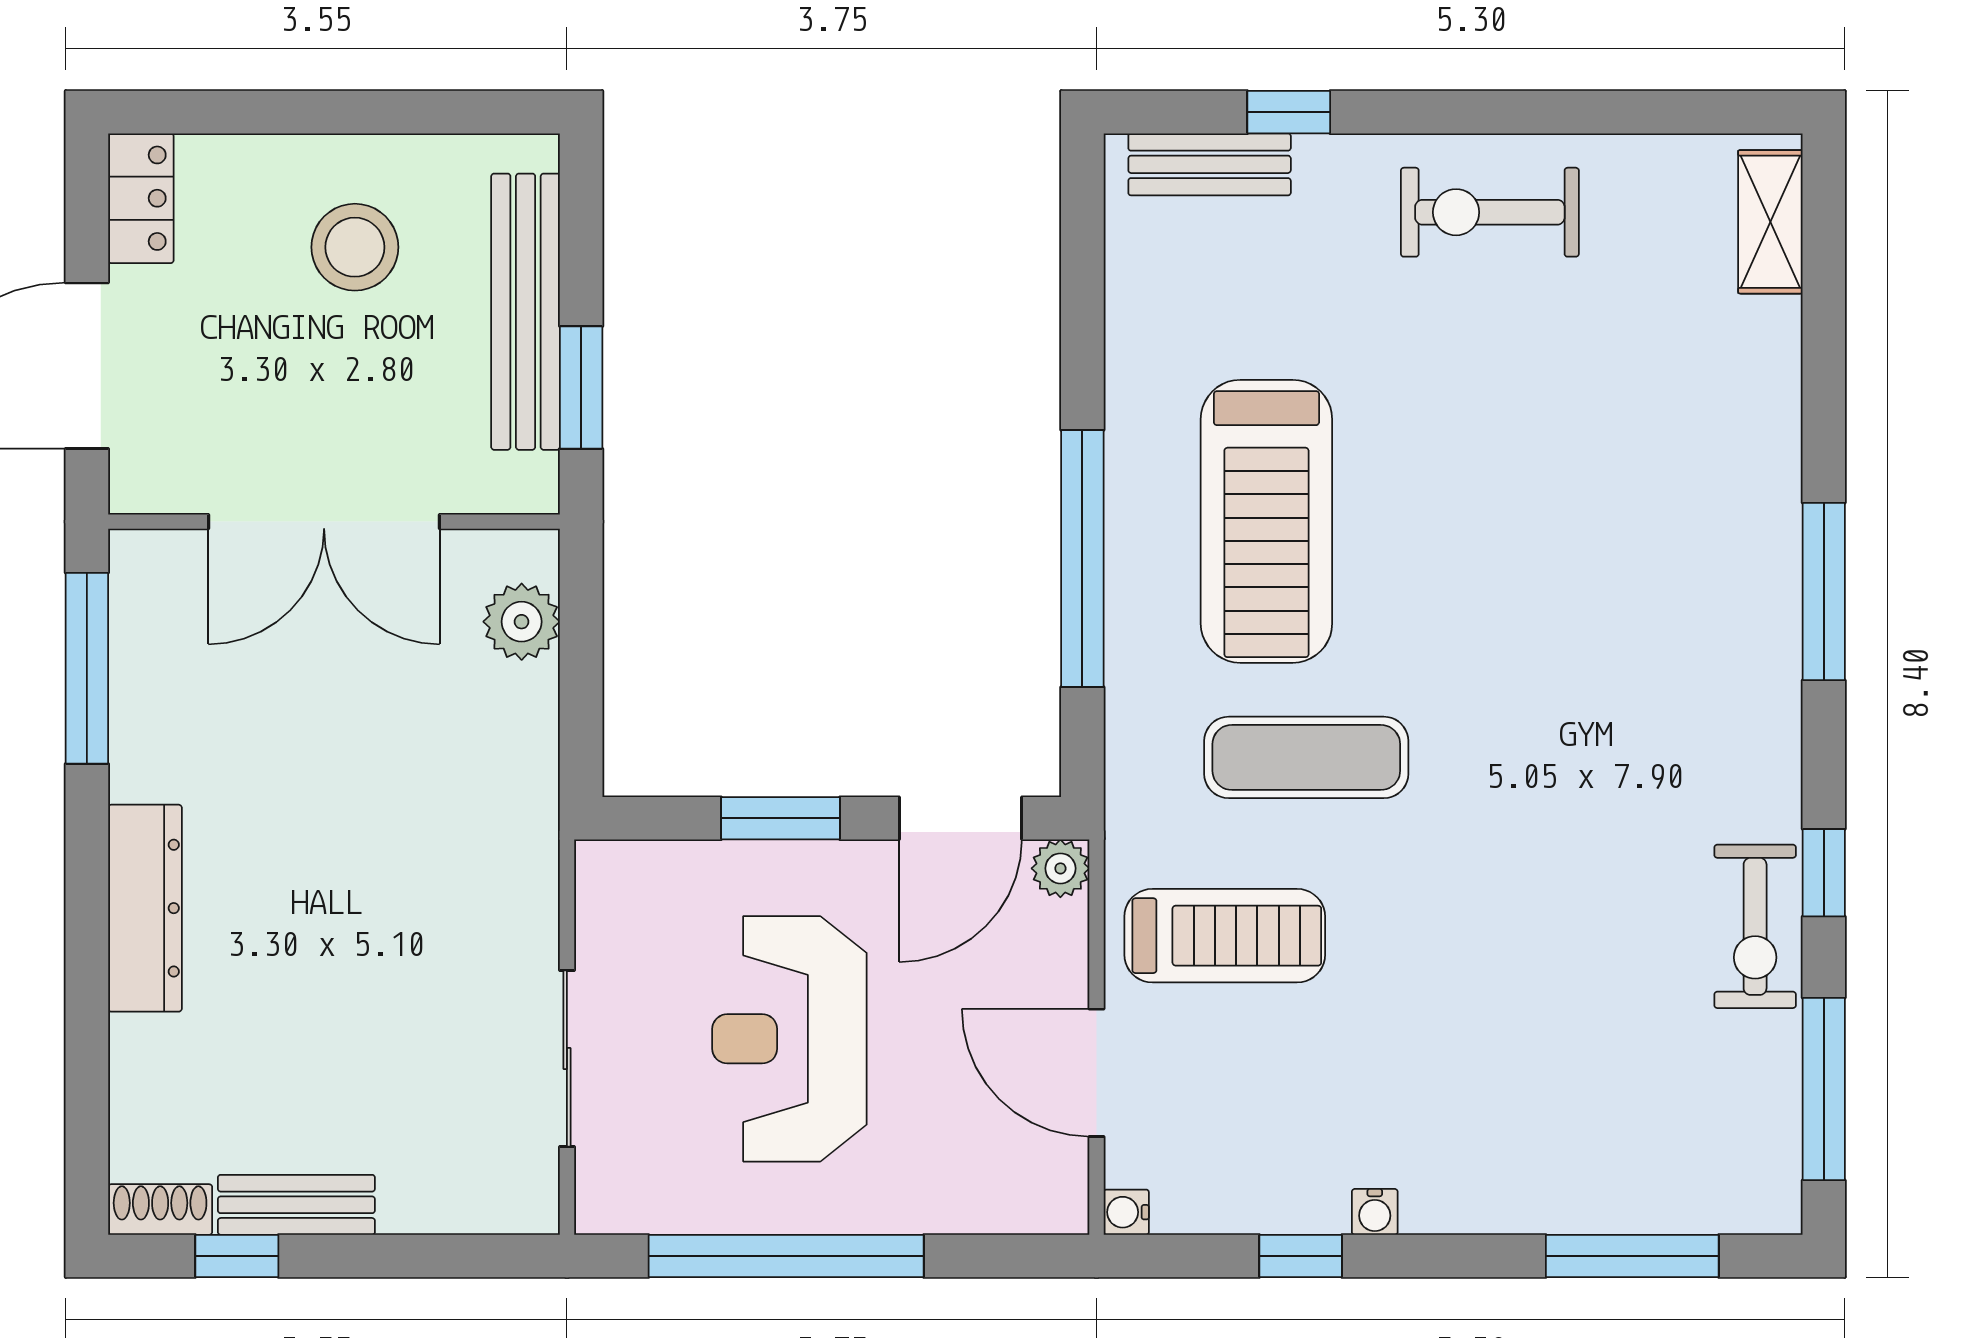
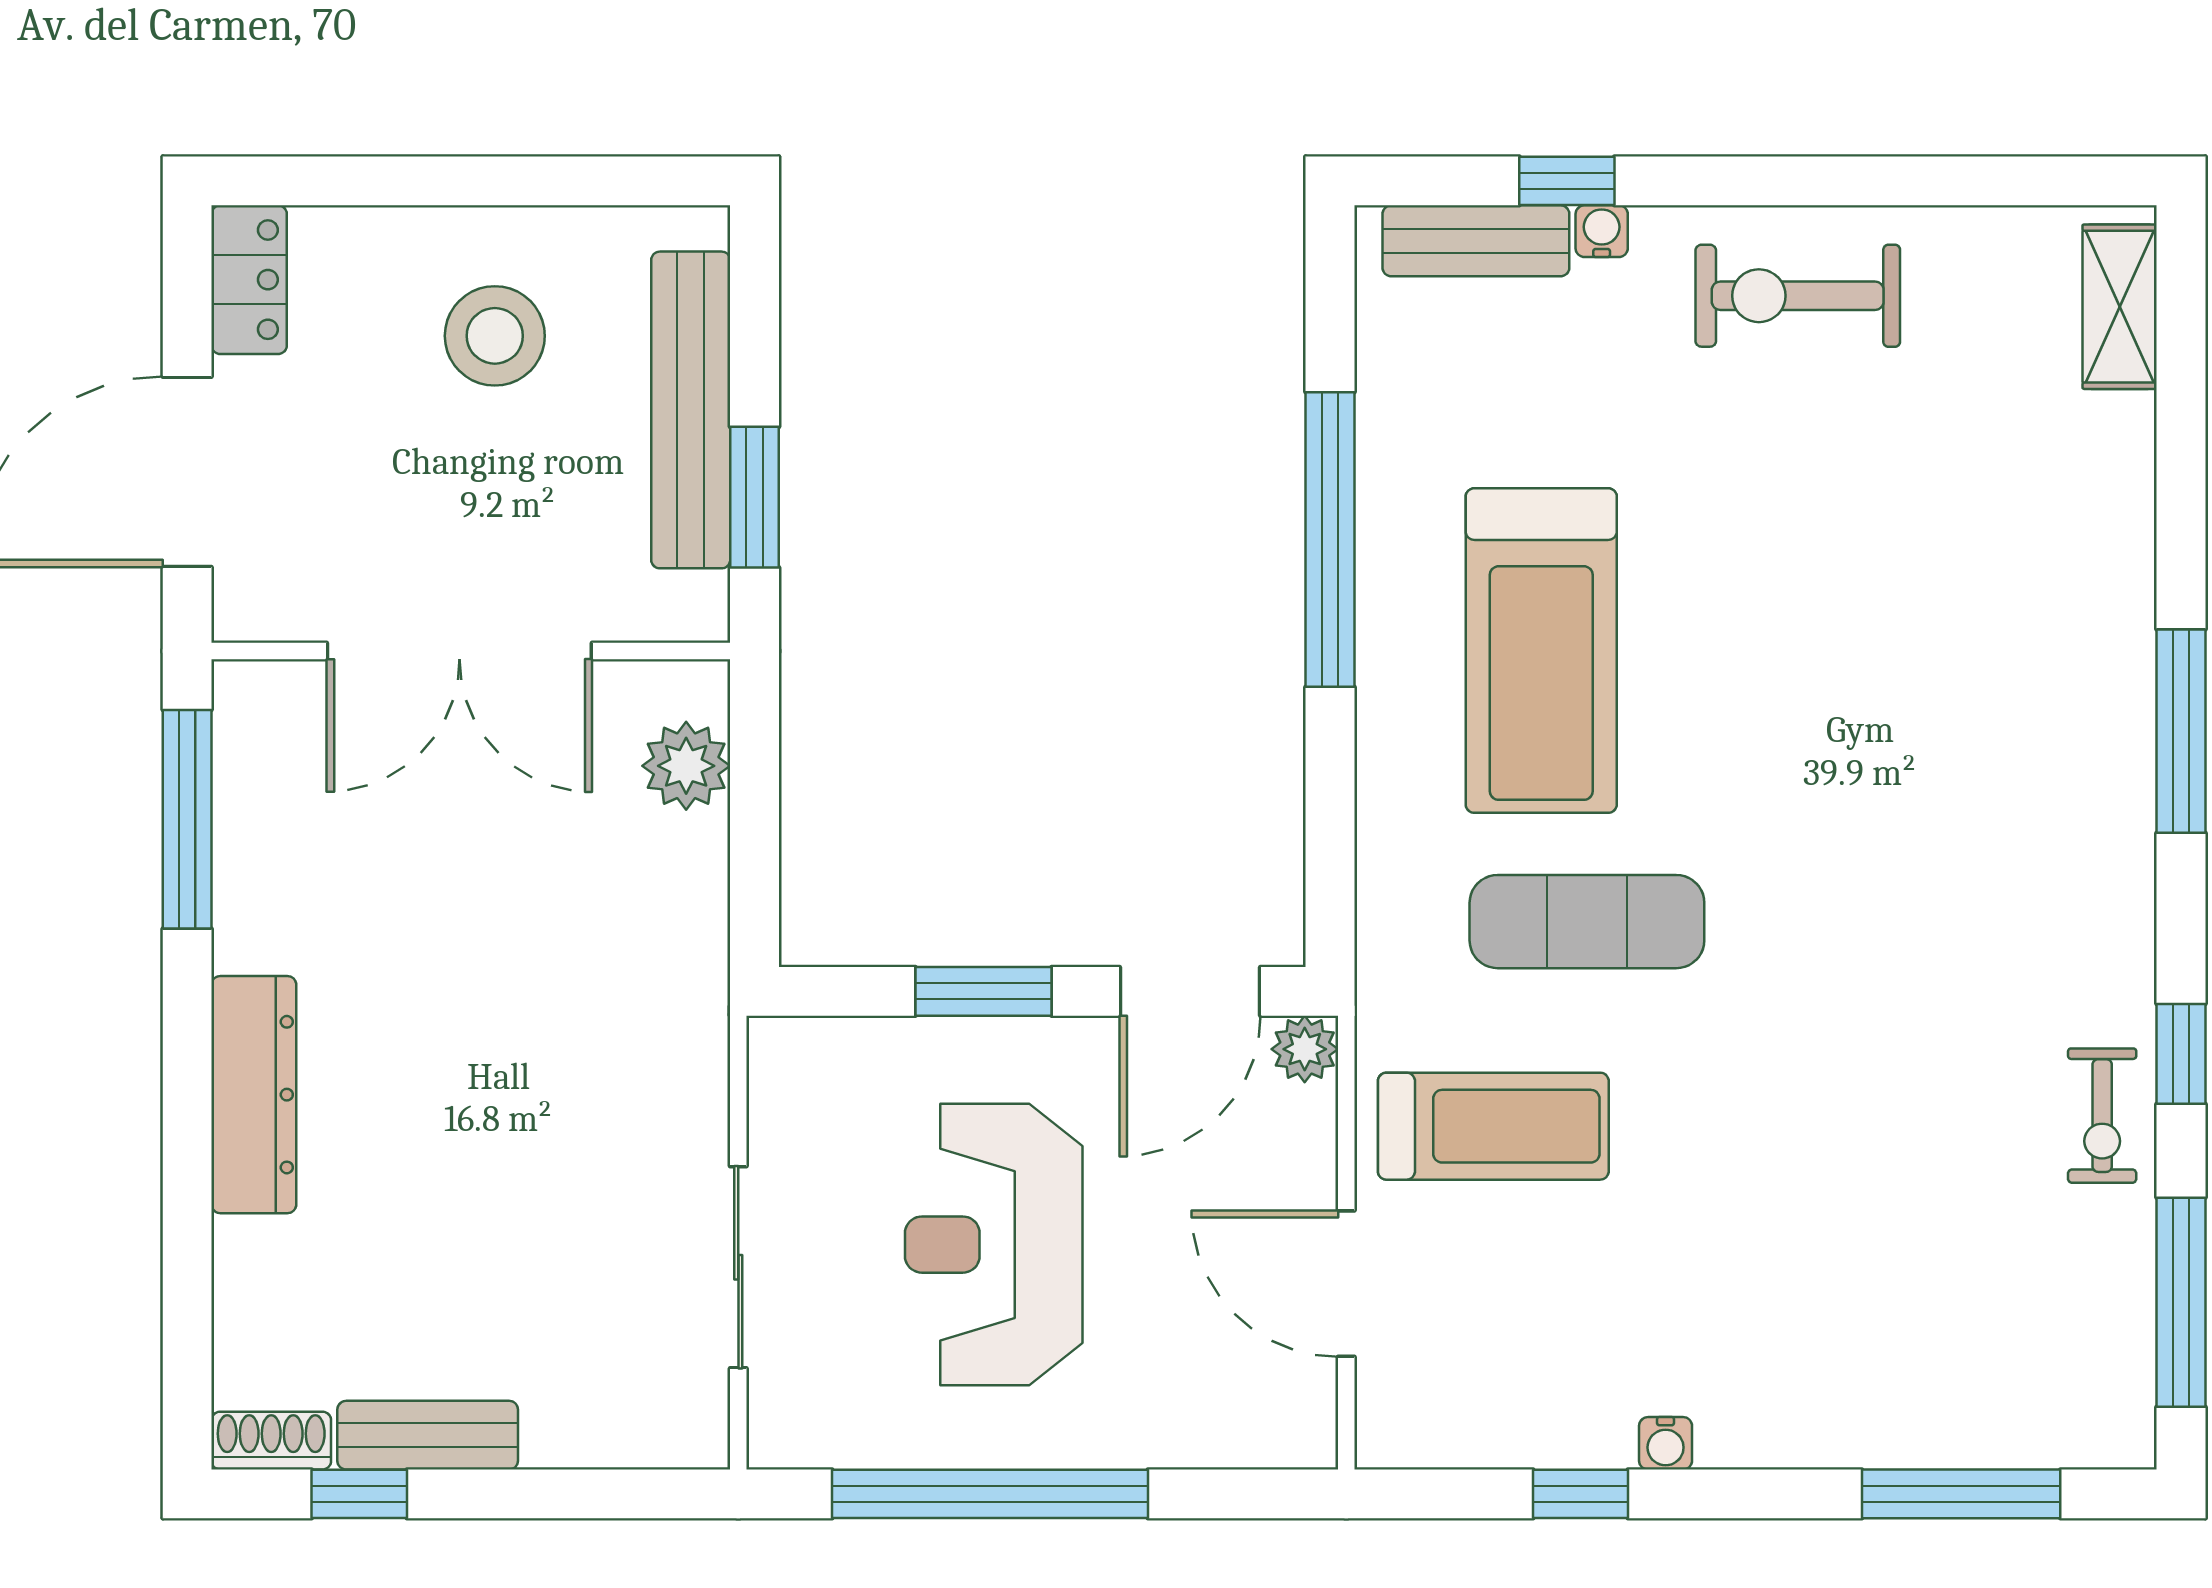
window: (1082, 559) -> (1330, 539), moved
exercise bike: (1755, 926) -> (2102, 1116), width x0.73, depth x0.72
water cooler: (1126, 1212) -> (1602, 231), moved, turned 90

